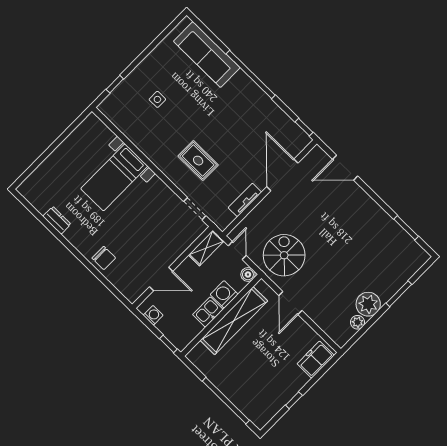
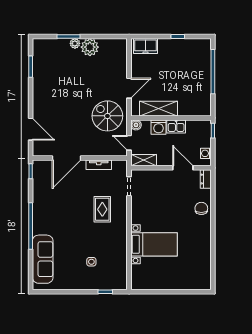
dresser: (57, 220) -> (206, 179), moved
door: (237, 251) -> (129, 143), hinge flipped
spiral stairs: (284, 255) -> (107, 116), turned 90
shelving: (234, 321) -> (158, 109), width x0.68
plant: (358, 322) -> (75, 43), moved

